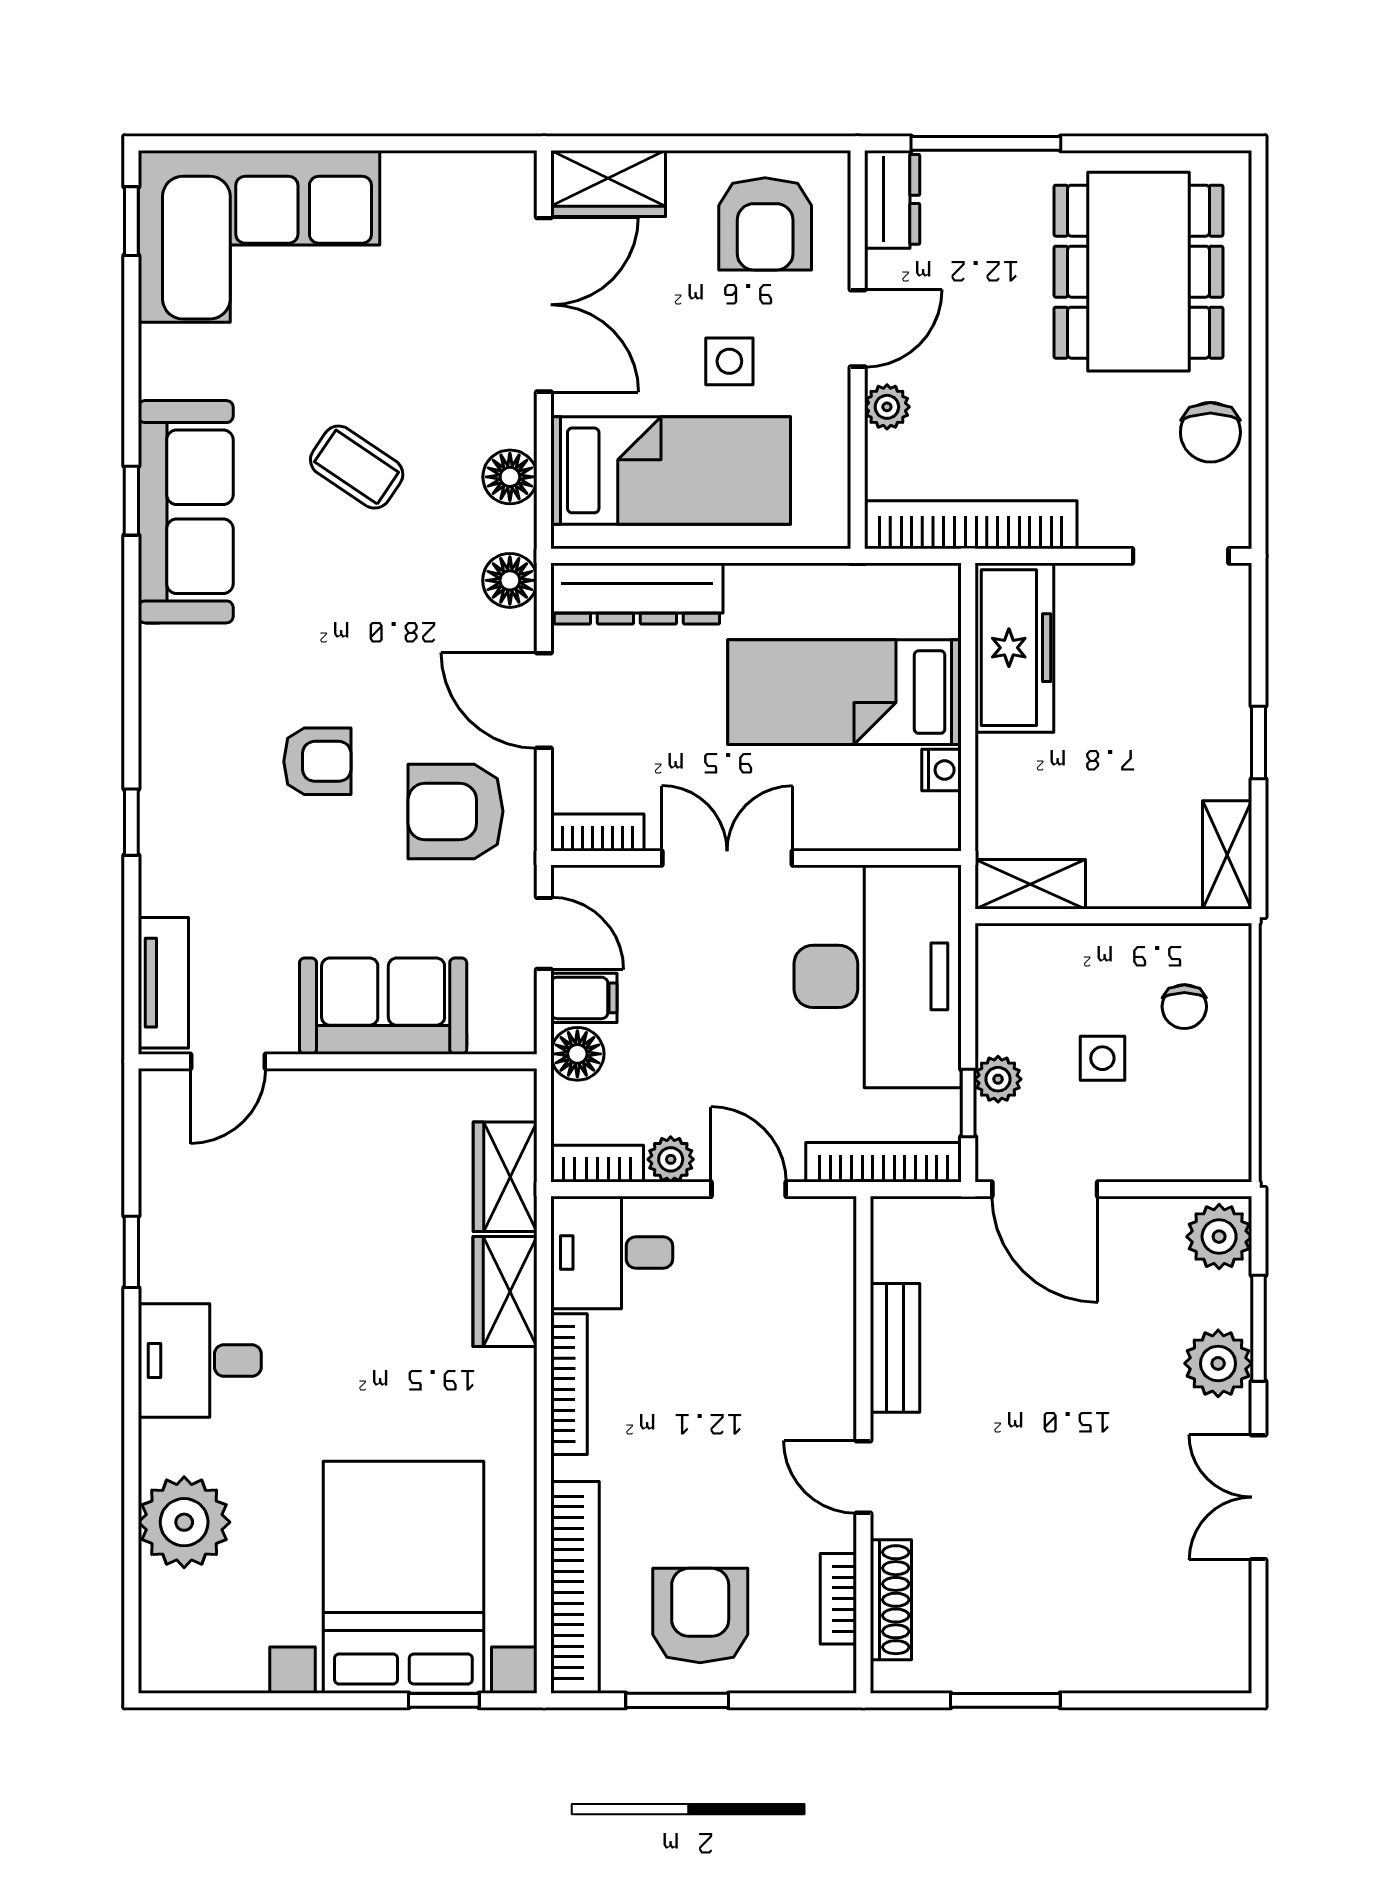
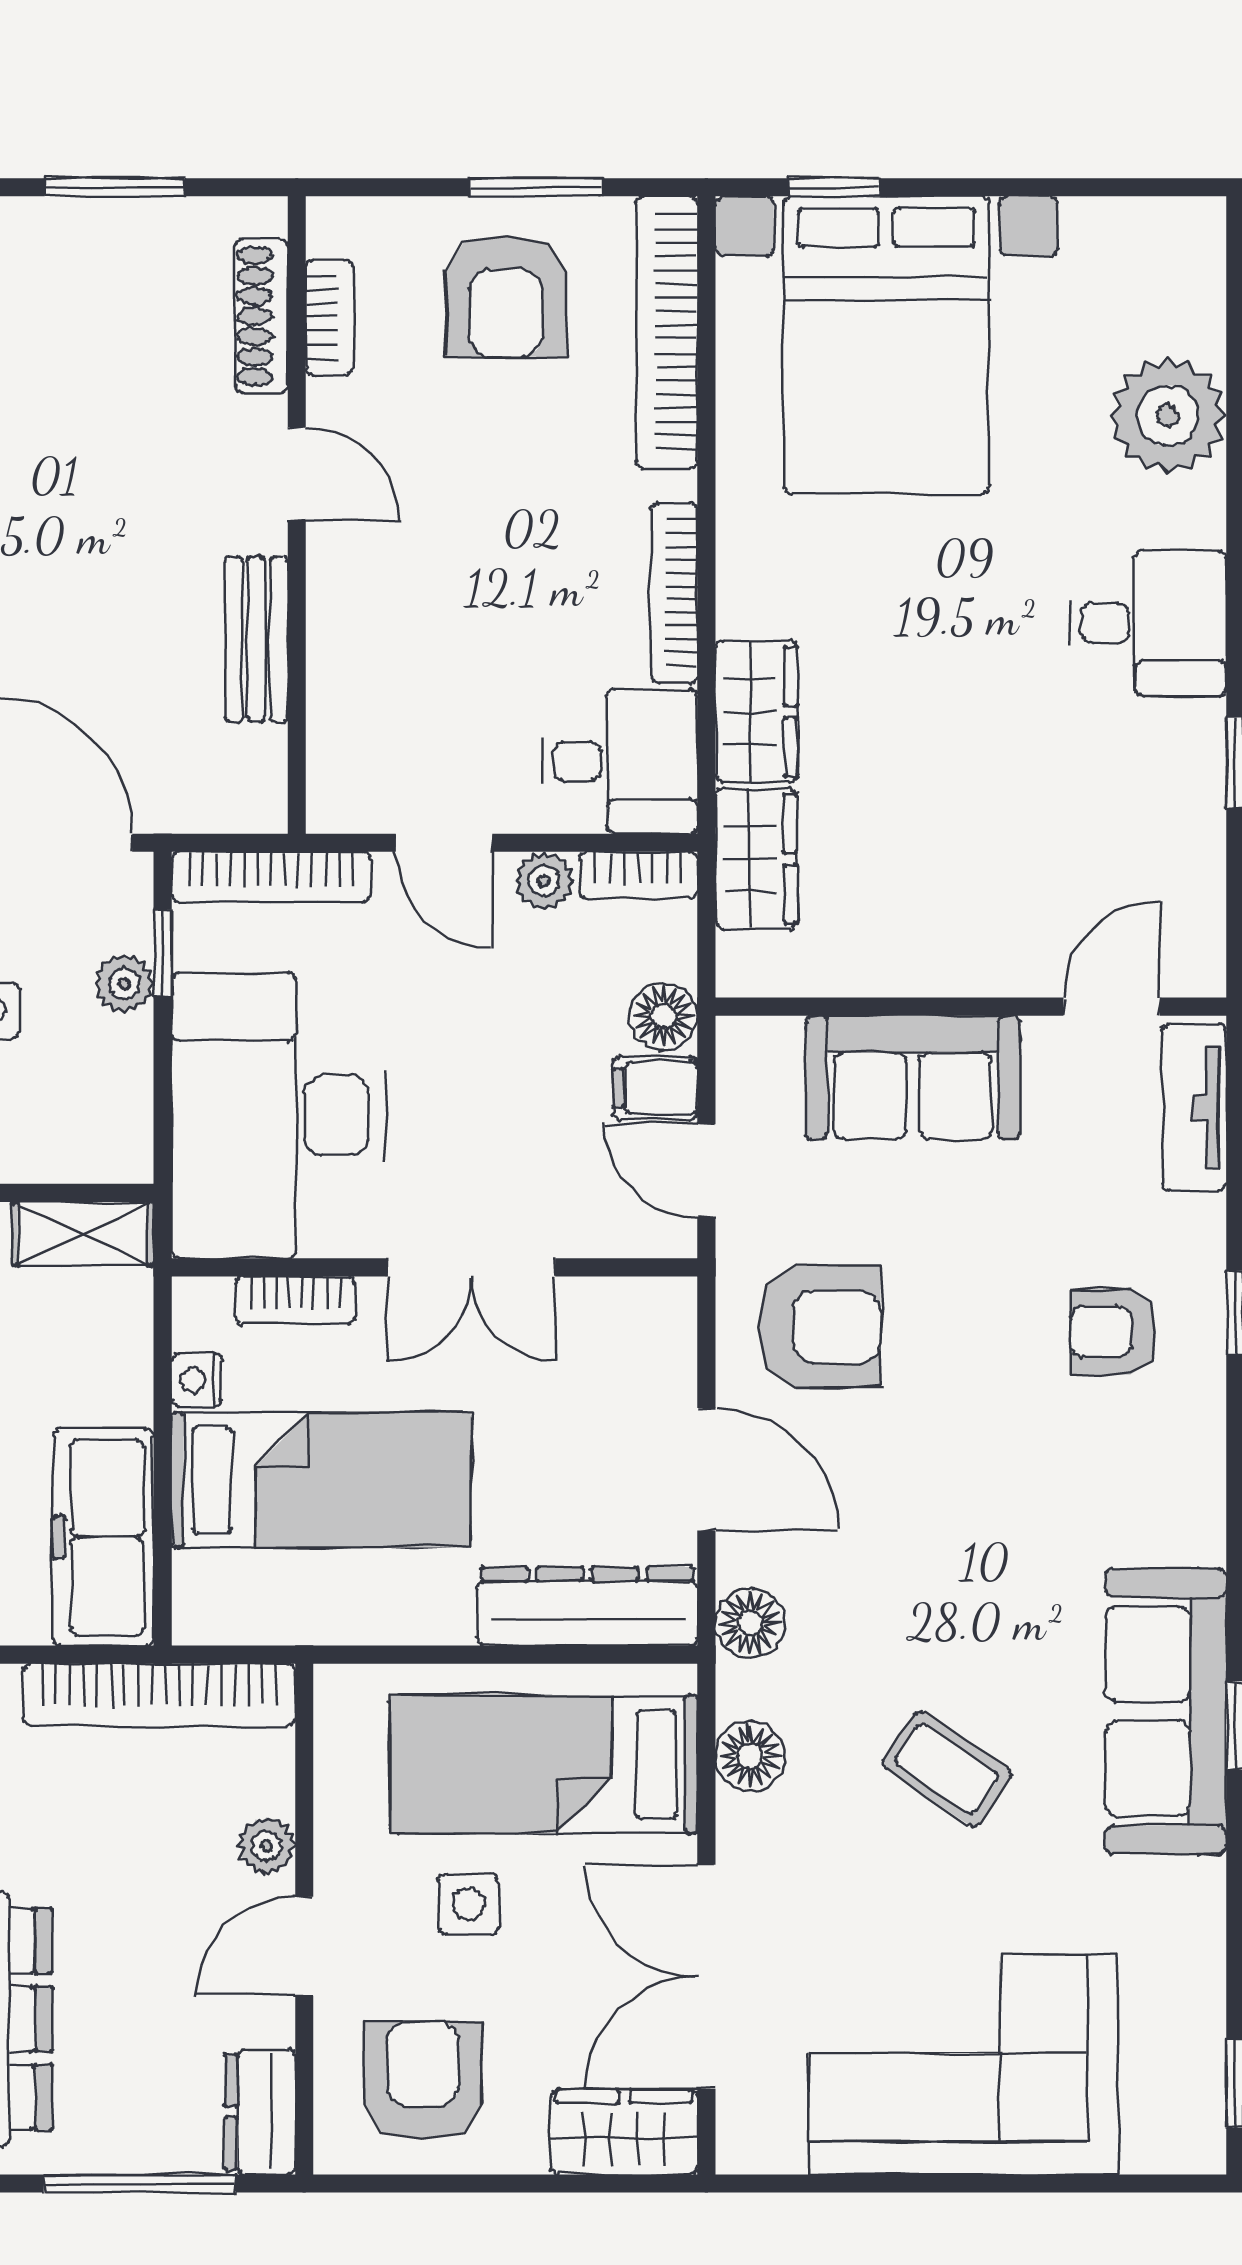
corner sofa: (259, 236) -> (963, 2064), moved
armchair: (317, 761) -> (1113, 1332), moved
bookcase: (597, 832) -> (295, 1300), moved

